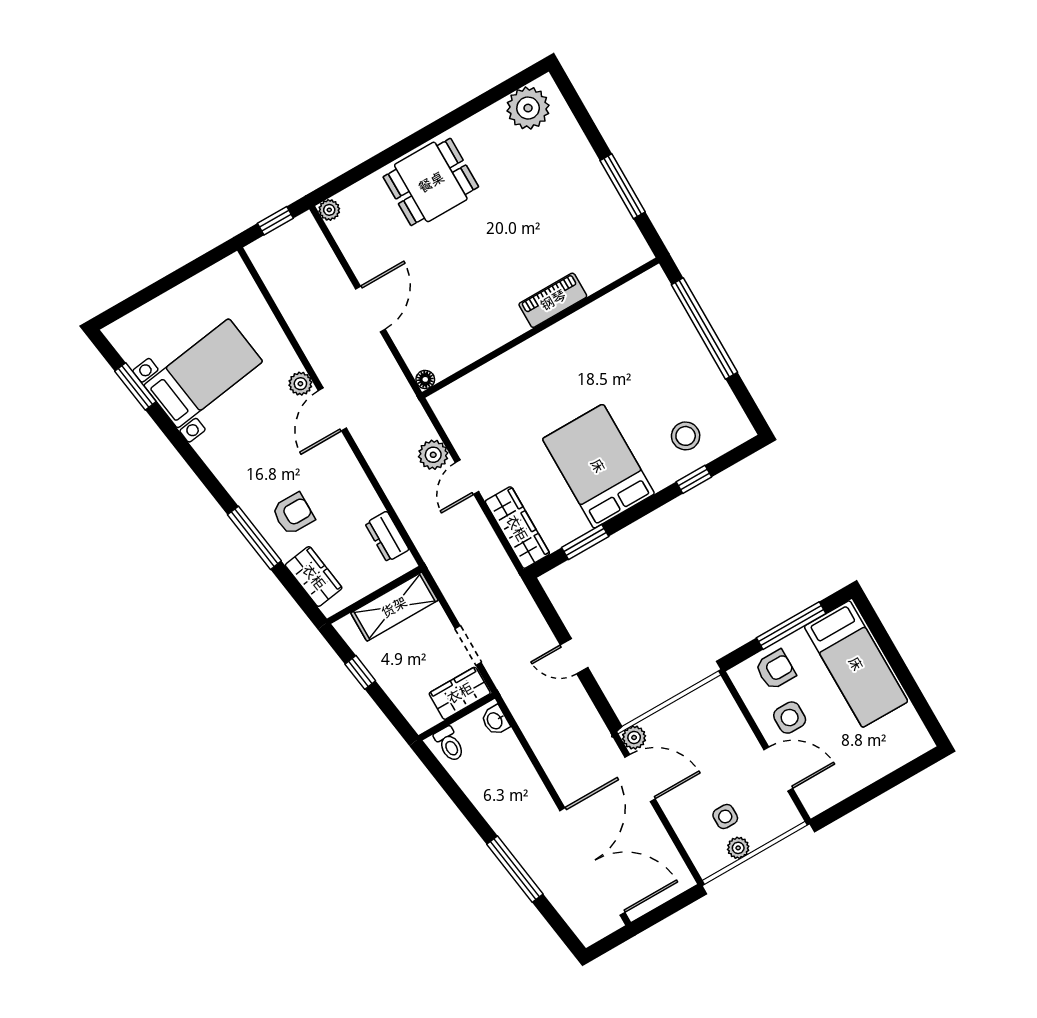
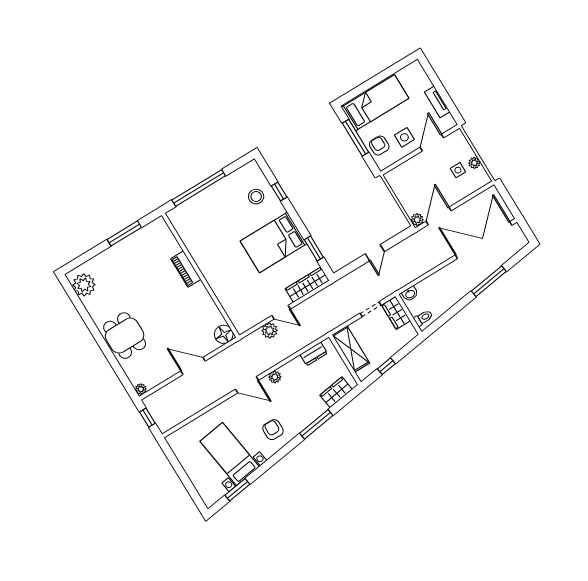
floor lamp: (425, 379) -> (224, 334), width x1.89, depth x1.89
plant: (300, 384) -> (275, 377), moved
armchair: (293, 514) -> (273, 430), moved
tv unit: (854, 781) -> (437, 102), added

